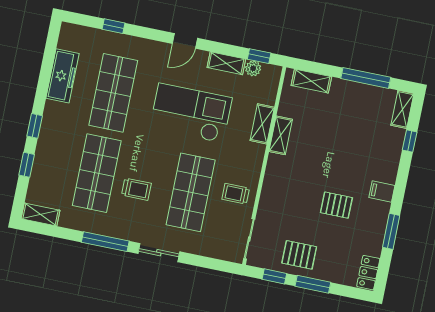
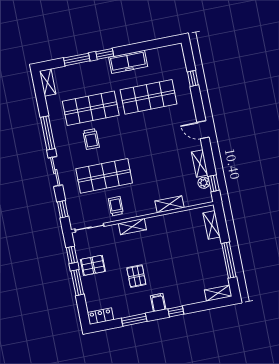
freezer: (62, 76) -> (128, 62), moved
checkout: (191, 113) -> (157, 154), removed
shelving: (281, 135) -> (132, 227), moved
window: (410, 141) -> (176, 311), moved
window: (27, 165) -> (77, 59), width x1.50
pallet: (299, 255) -> (93, 265), turned 90
window: (211, 263) -> (63, 209), added

